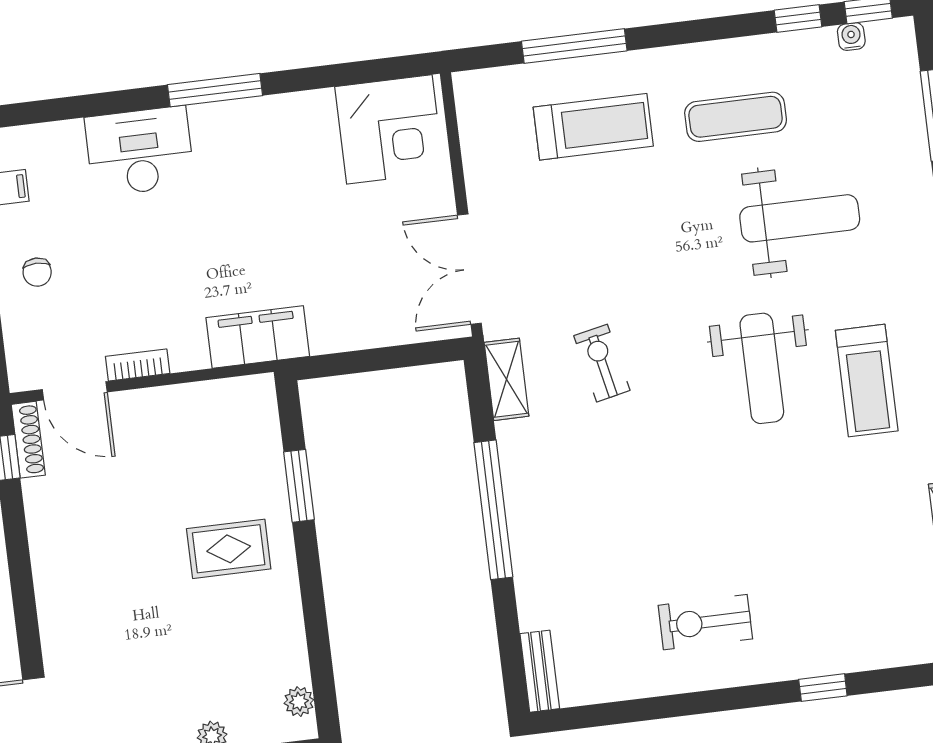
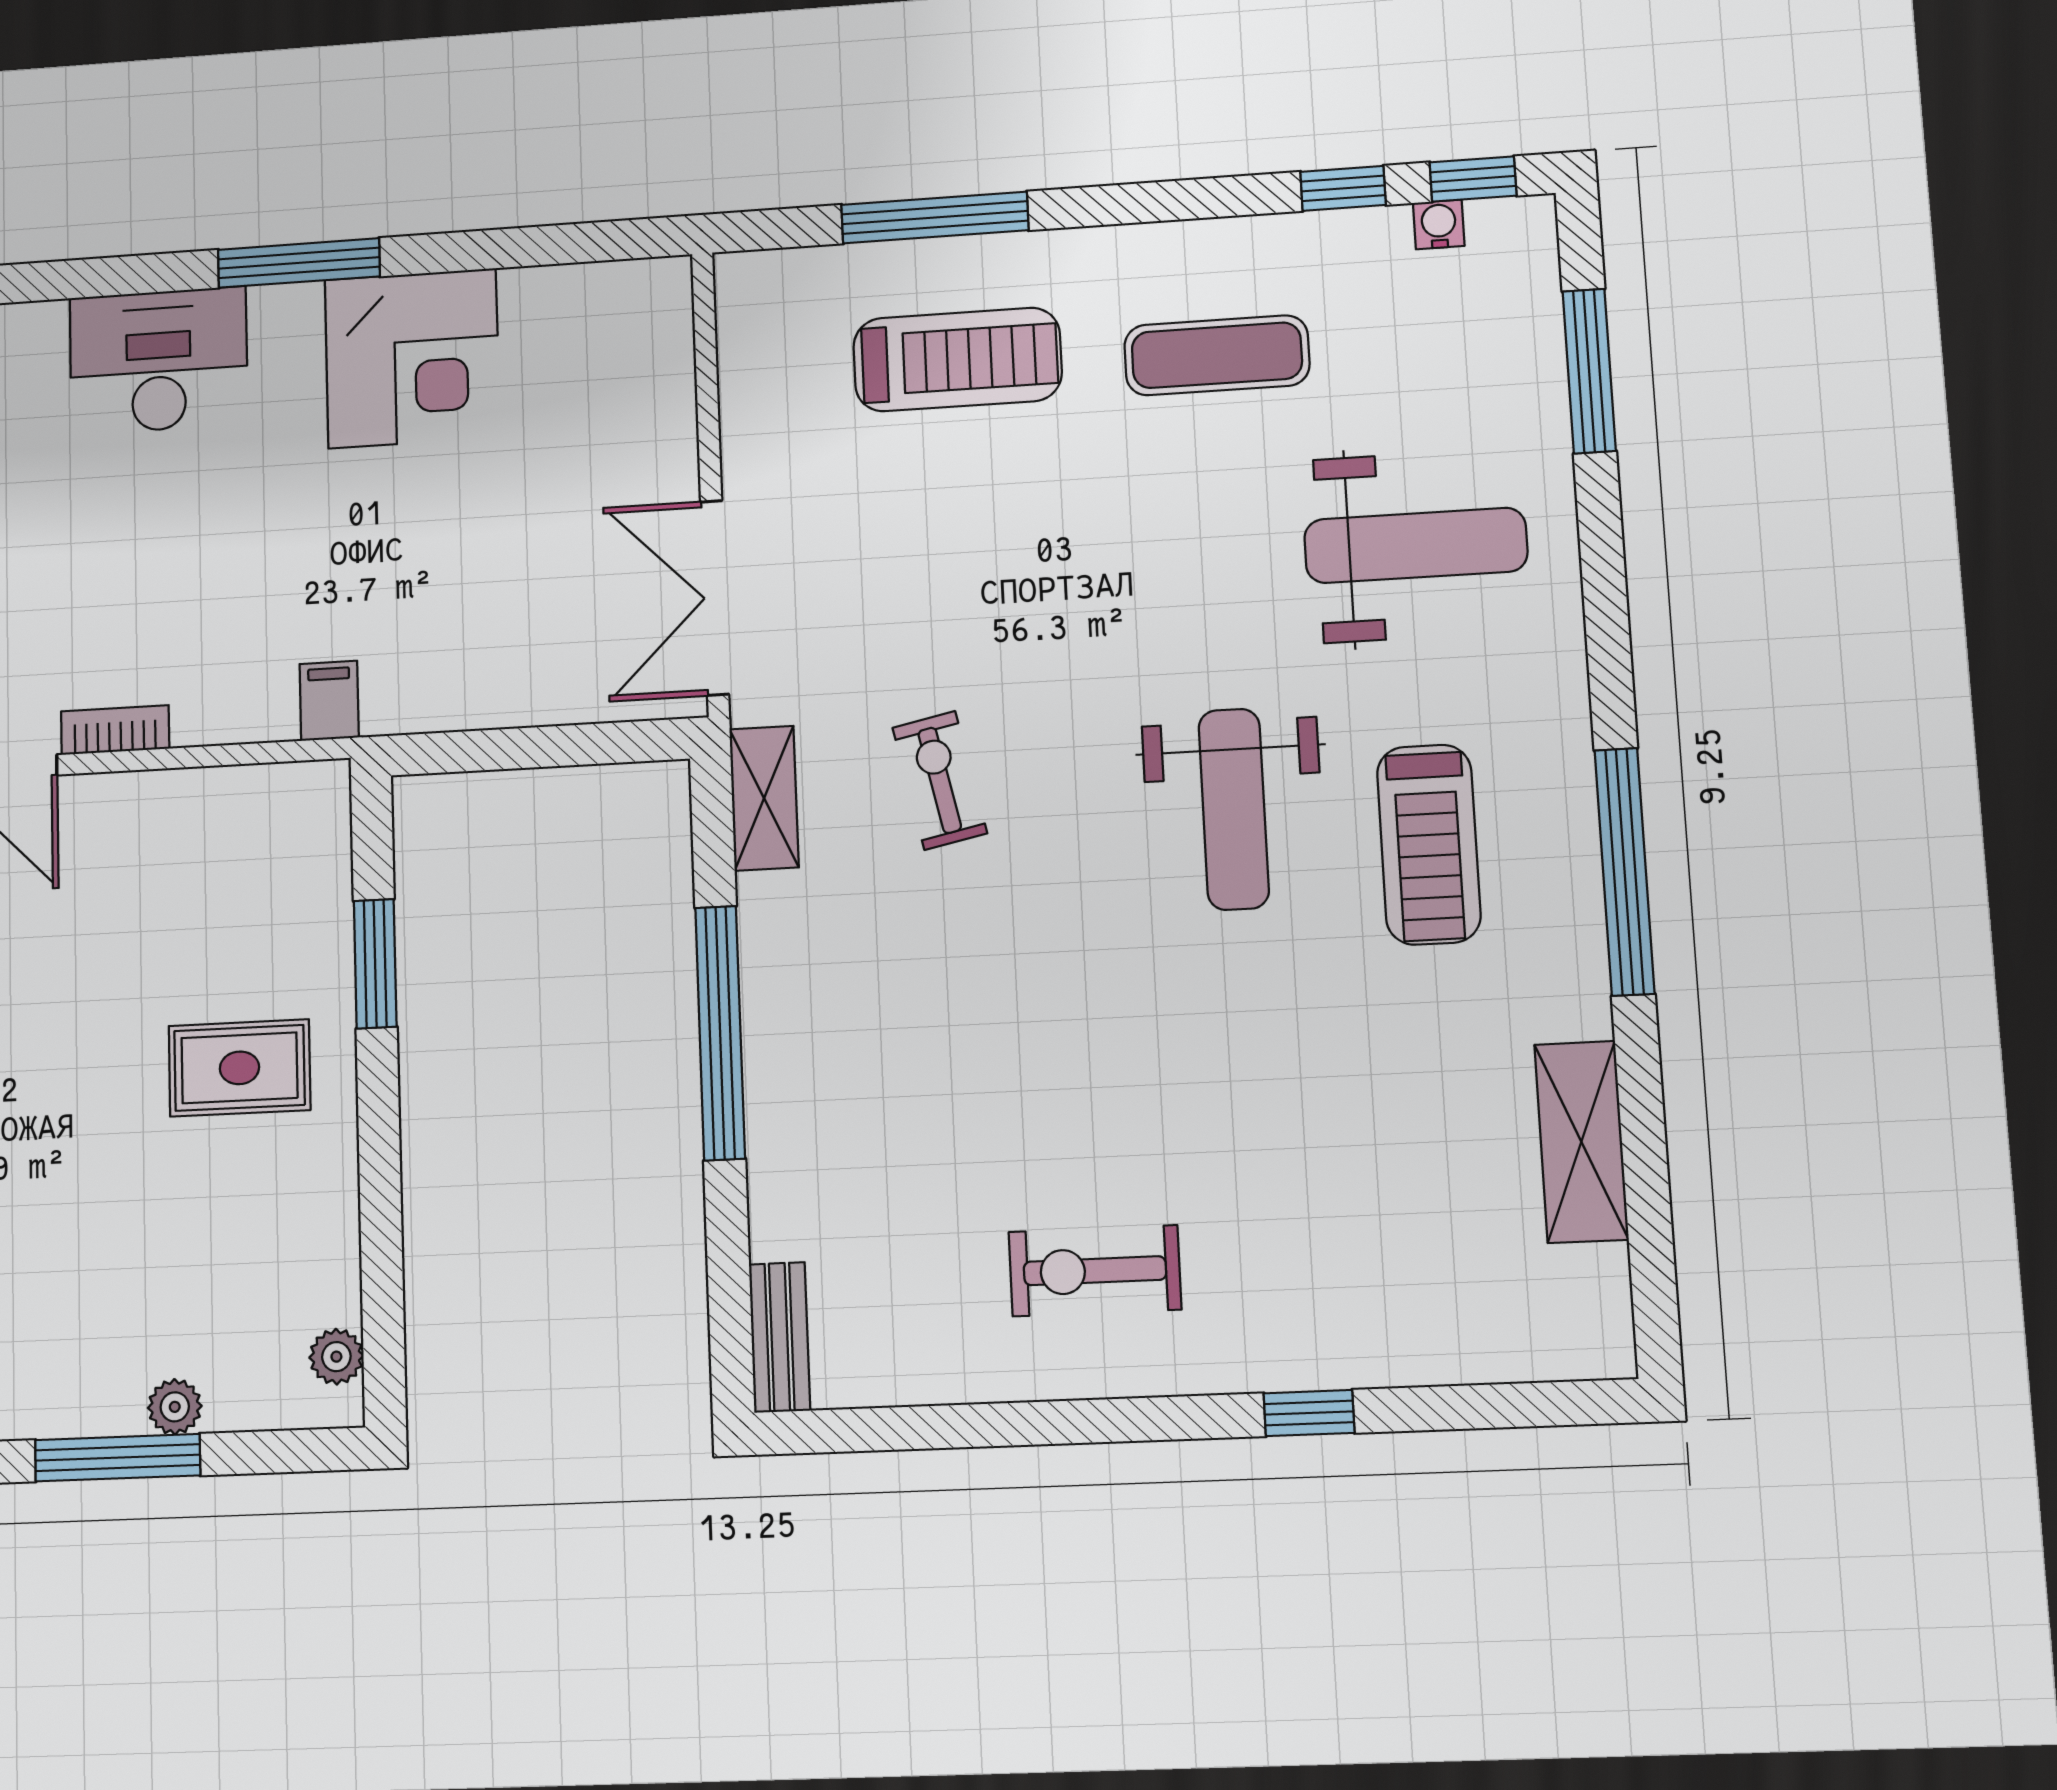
corner desk: (389, 129) -> (412, 358), moved
weight bench: (800, 218) -> (1416, 545), moved
filing cabinet: (258, 337) -> (329, 701), width x0.33, depth x0.86

